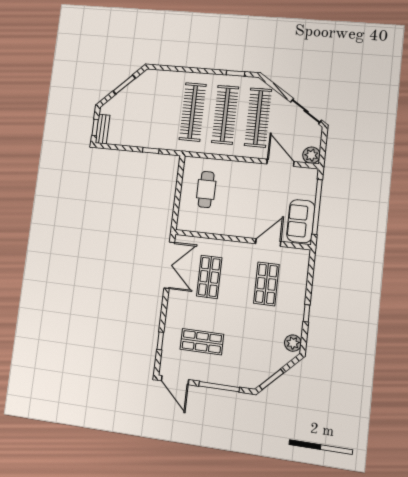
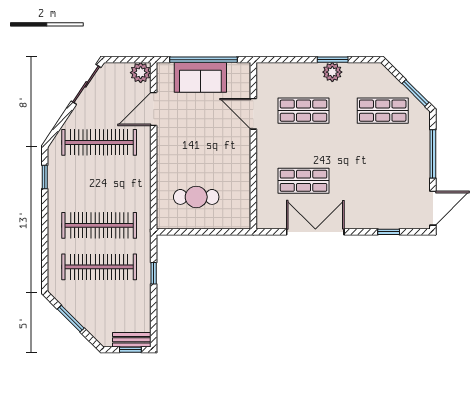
clothes rail: (225, 115) -> (99, 267), moved
sofa: (301, 221) -> (200, 77), moved
double door: (169, 265) -> (315, 232), moved
window: (307, 313) -> (333, 60), width x1.50
shop shelf: (202, 342) -> (383, 111), moved, turned 90
plant: (293, 343) -> (332, 72), moved

